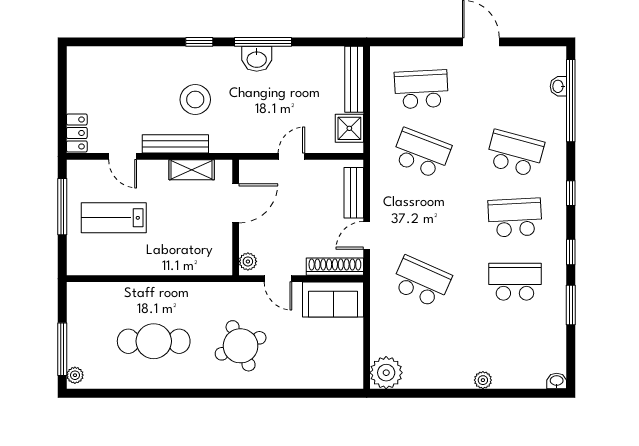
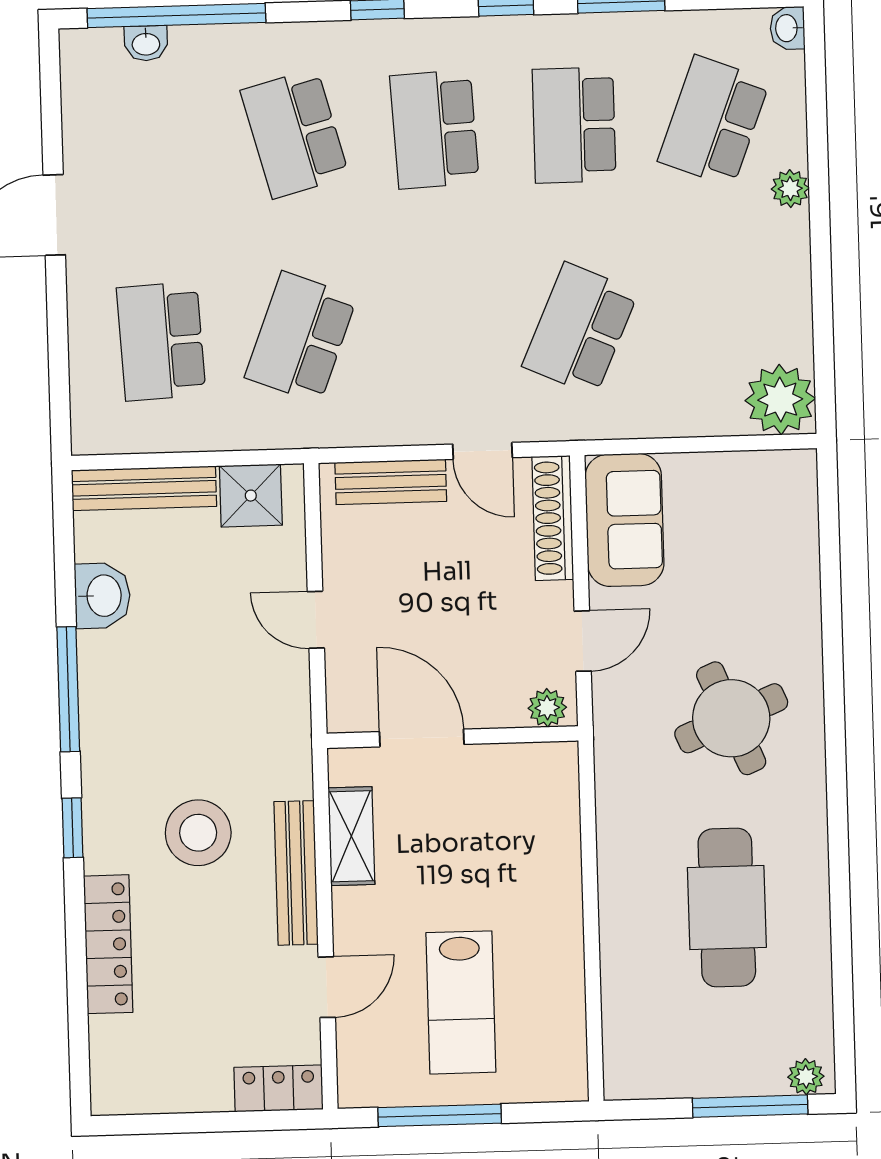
locker: (145, 57) -> (108, 944), added
washbasin: (257, 59) -> (102, 596), moved
school desk: (515, 153) -> (295, 133), turned -30
school desk: (515, 346) -> (714, 121), added

